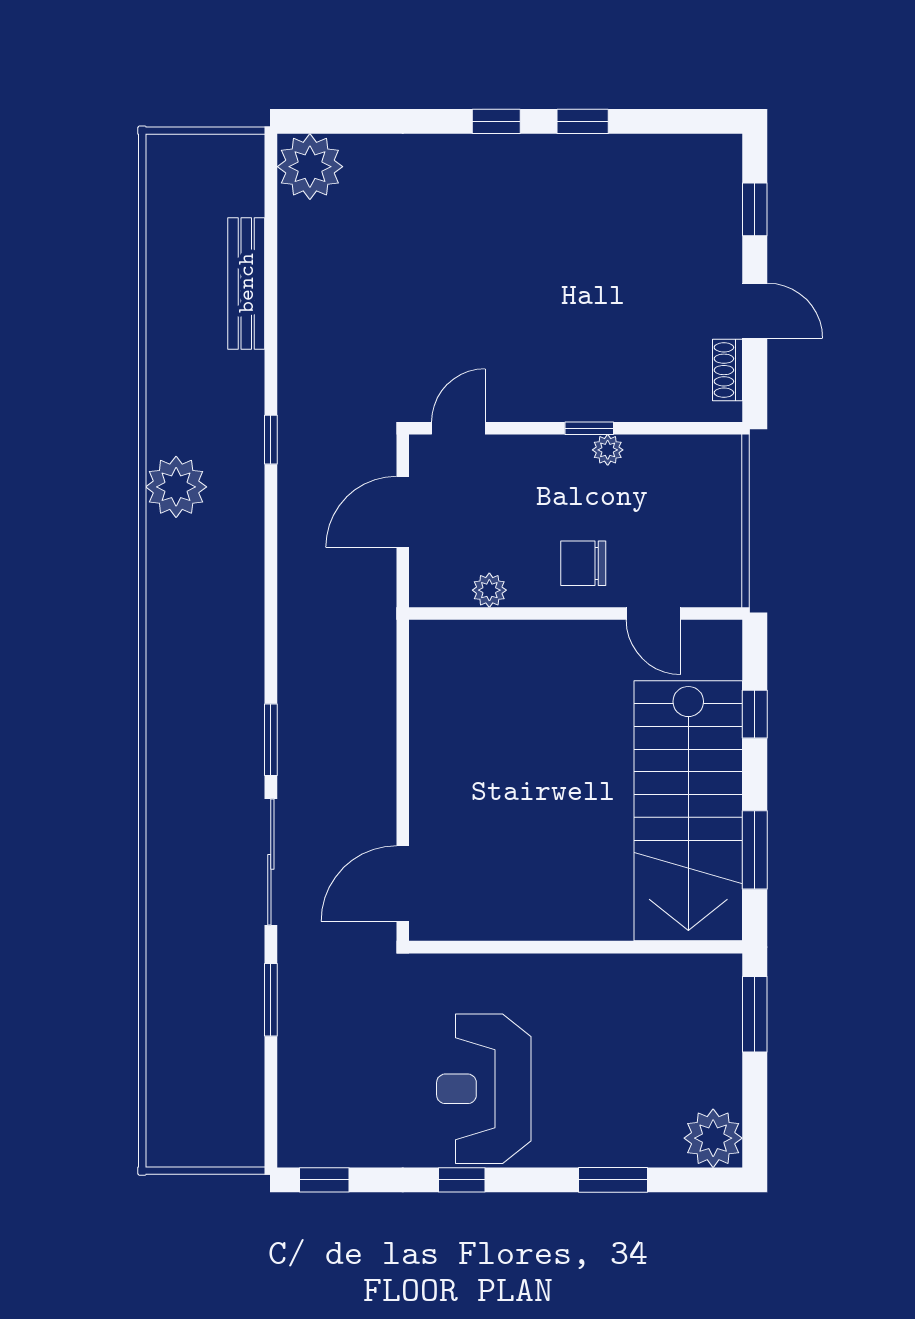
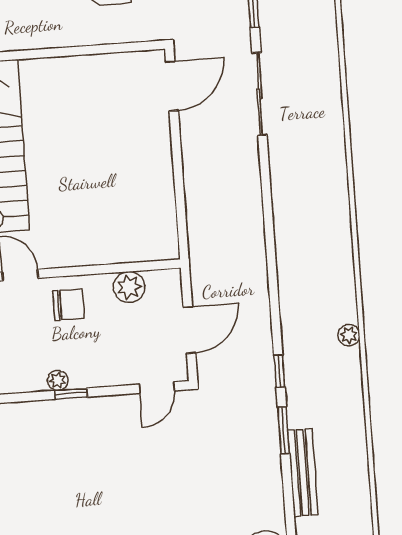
plant: (176, 487) -> (349, 335), width x0.53, depth x0.53
plant: (489, 590) -> (129, 287), width x1.38, depth x1.38
window: (271, 740) -> (284, 430), moved

